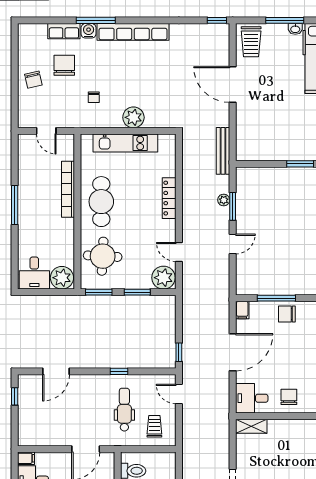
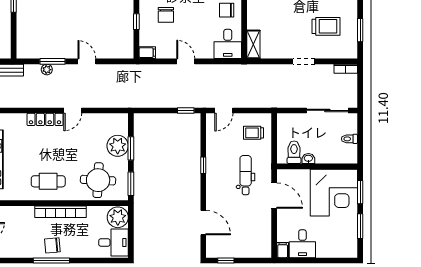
bookcase: (68, 189) -> (60, 212), moved
cafe table: (101, 202) -> (48, 181), width x0.73, depth x0.74
chair: (31, 206) -> (52, 245), added
door: (179, 252) -> (73, 110), moved
plant: (164, 278) -> (118, 146), moved
window: (276, 298) -> (136, 22), width x0.46
chair: (287, 314) -> (166, 15), moved
door: (233, 352) -> (186, 61), width x0.53
dental chair: (124, 410) -> (246, 175), moved, turned 90

